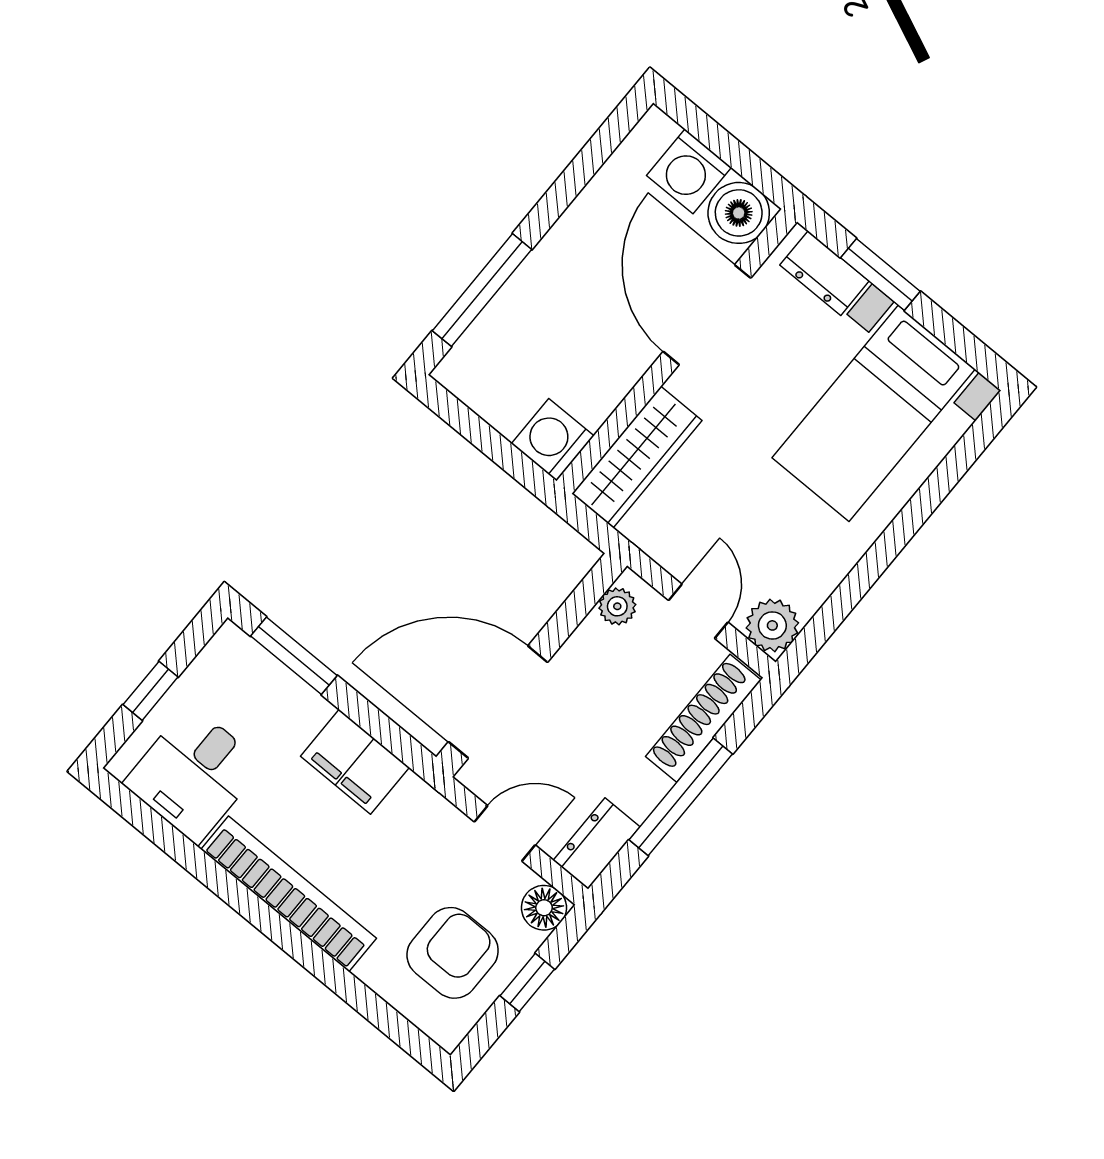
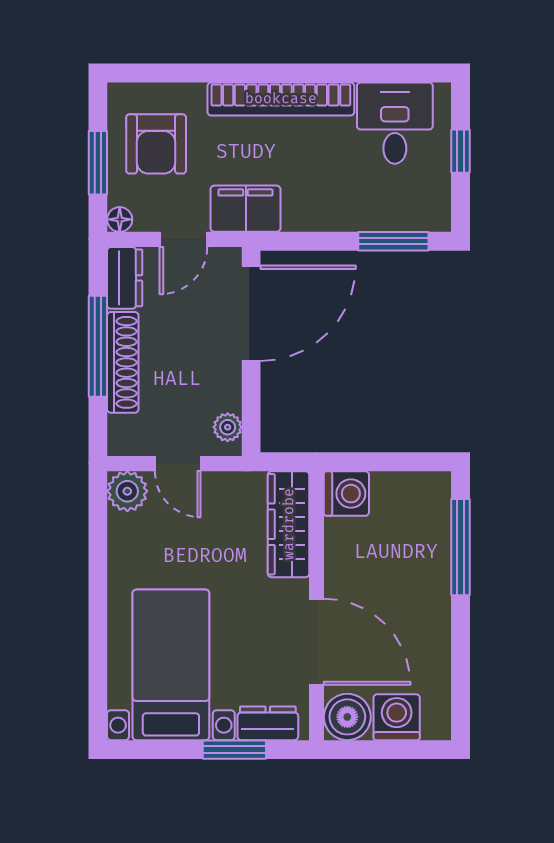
shoe rack: (703, 718) -> (123, 362), moved
filing cabinet: (355, 762) -> (246, 209), moved
floor lamp: (544, 908) -> (120, 219), width x0.73, depth x0.73
window: (527, 983) -> (98, 163), width x1.50

